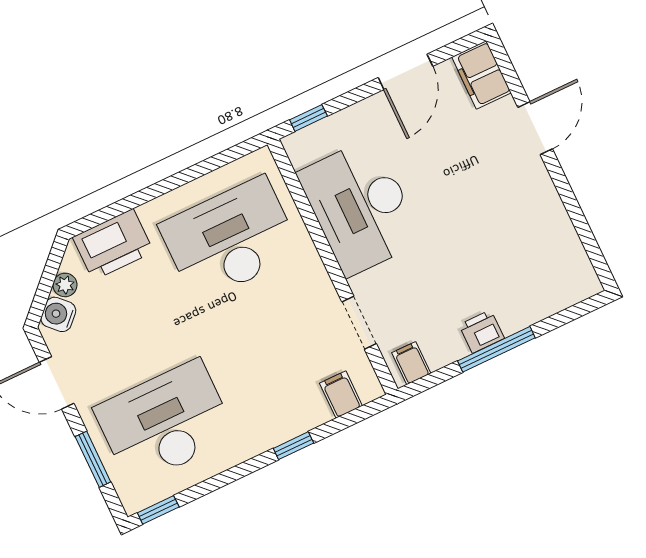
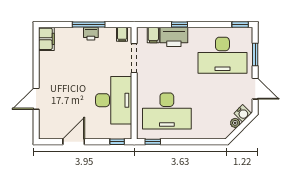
filing cabinet: (481, 75) -> (46, 39), moved
window: (229, 156) -> (153, 142), added
printer: (113, 245) -> (174, 37), moved, turned 180
doorway: (359, 323) -> (134, 58), width x1.38

